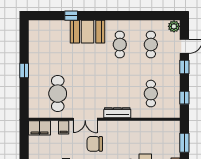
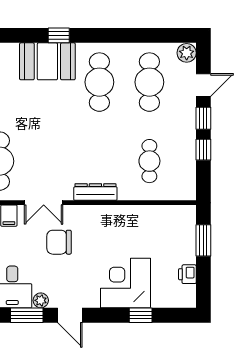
window: (71, 16) -> (59, 35), moved
cafe table: (120, 44) -> (99, 82), width x1.37, depth x1.35
cafe table: (151, 44) -> (149, 82), width x1.37, depth x1.35
window: (184, 98) -> (203, 150), moved

